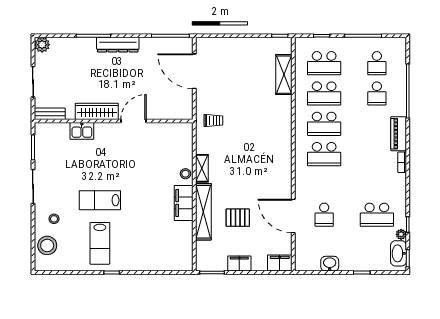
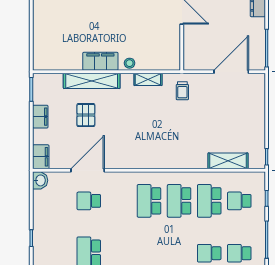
school desk: (324, 63) -> (239, 201), width x0.54
shelving: (202, 168) -> (148, 79), moved
washbasin: (330, 264) -> (40, 180), moved

